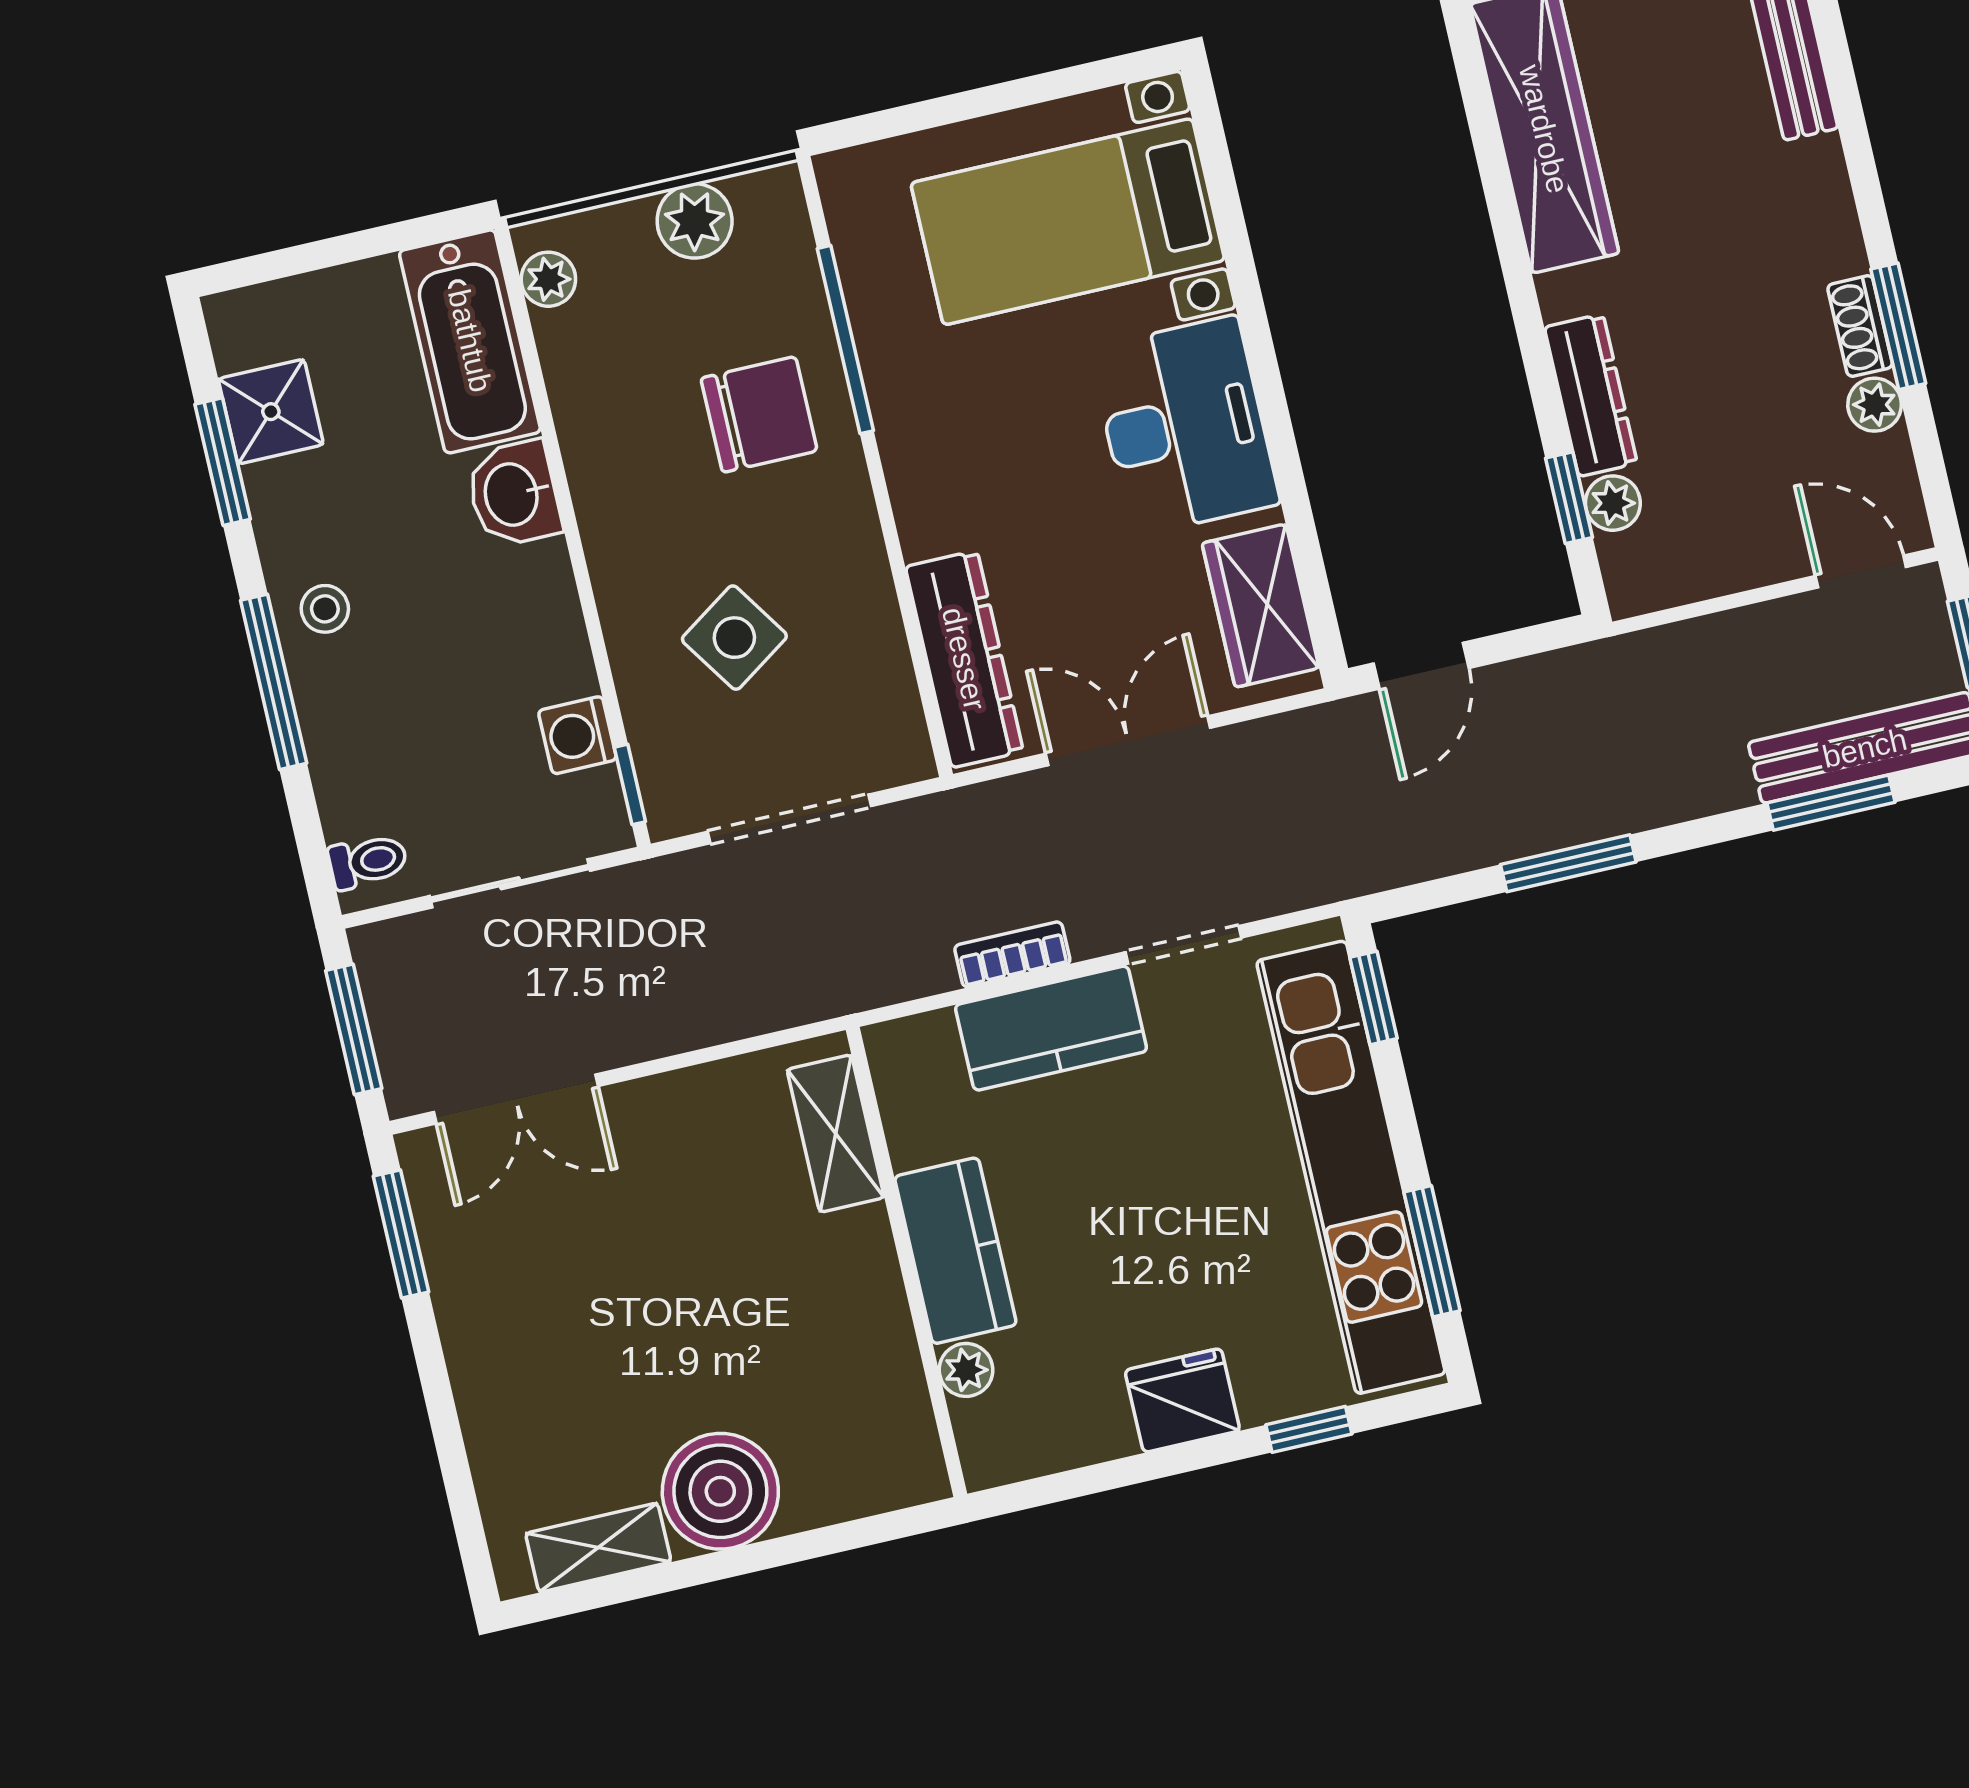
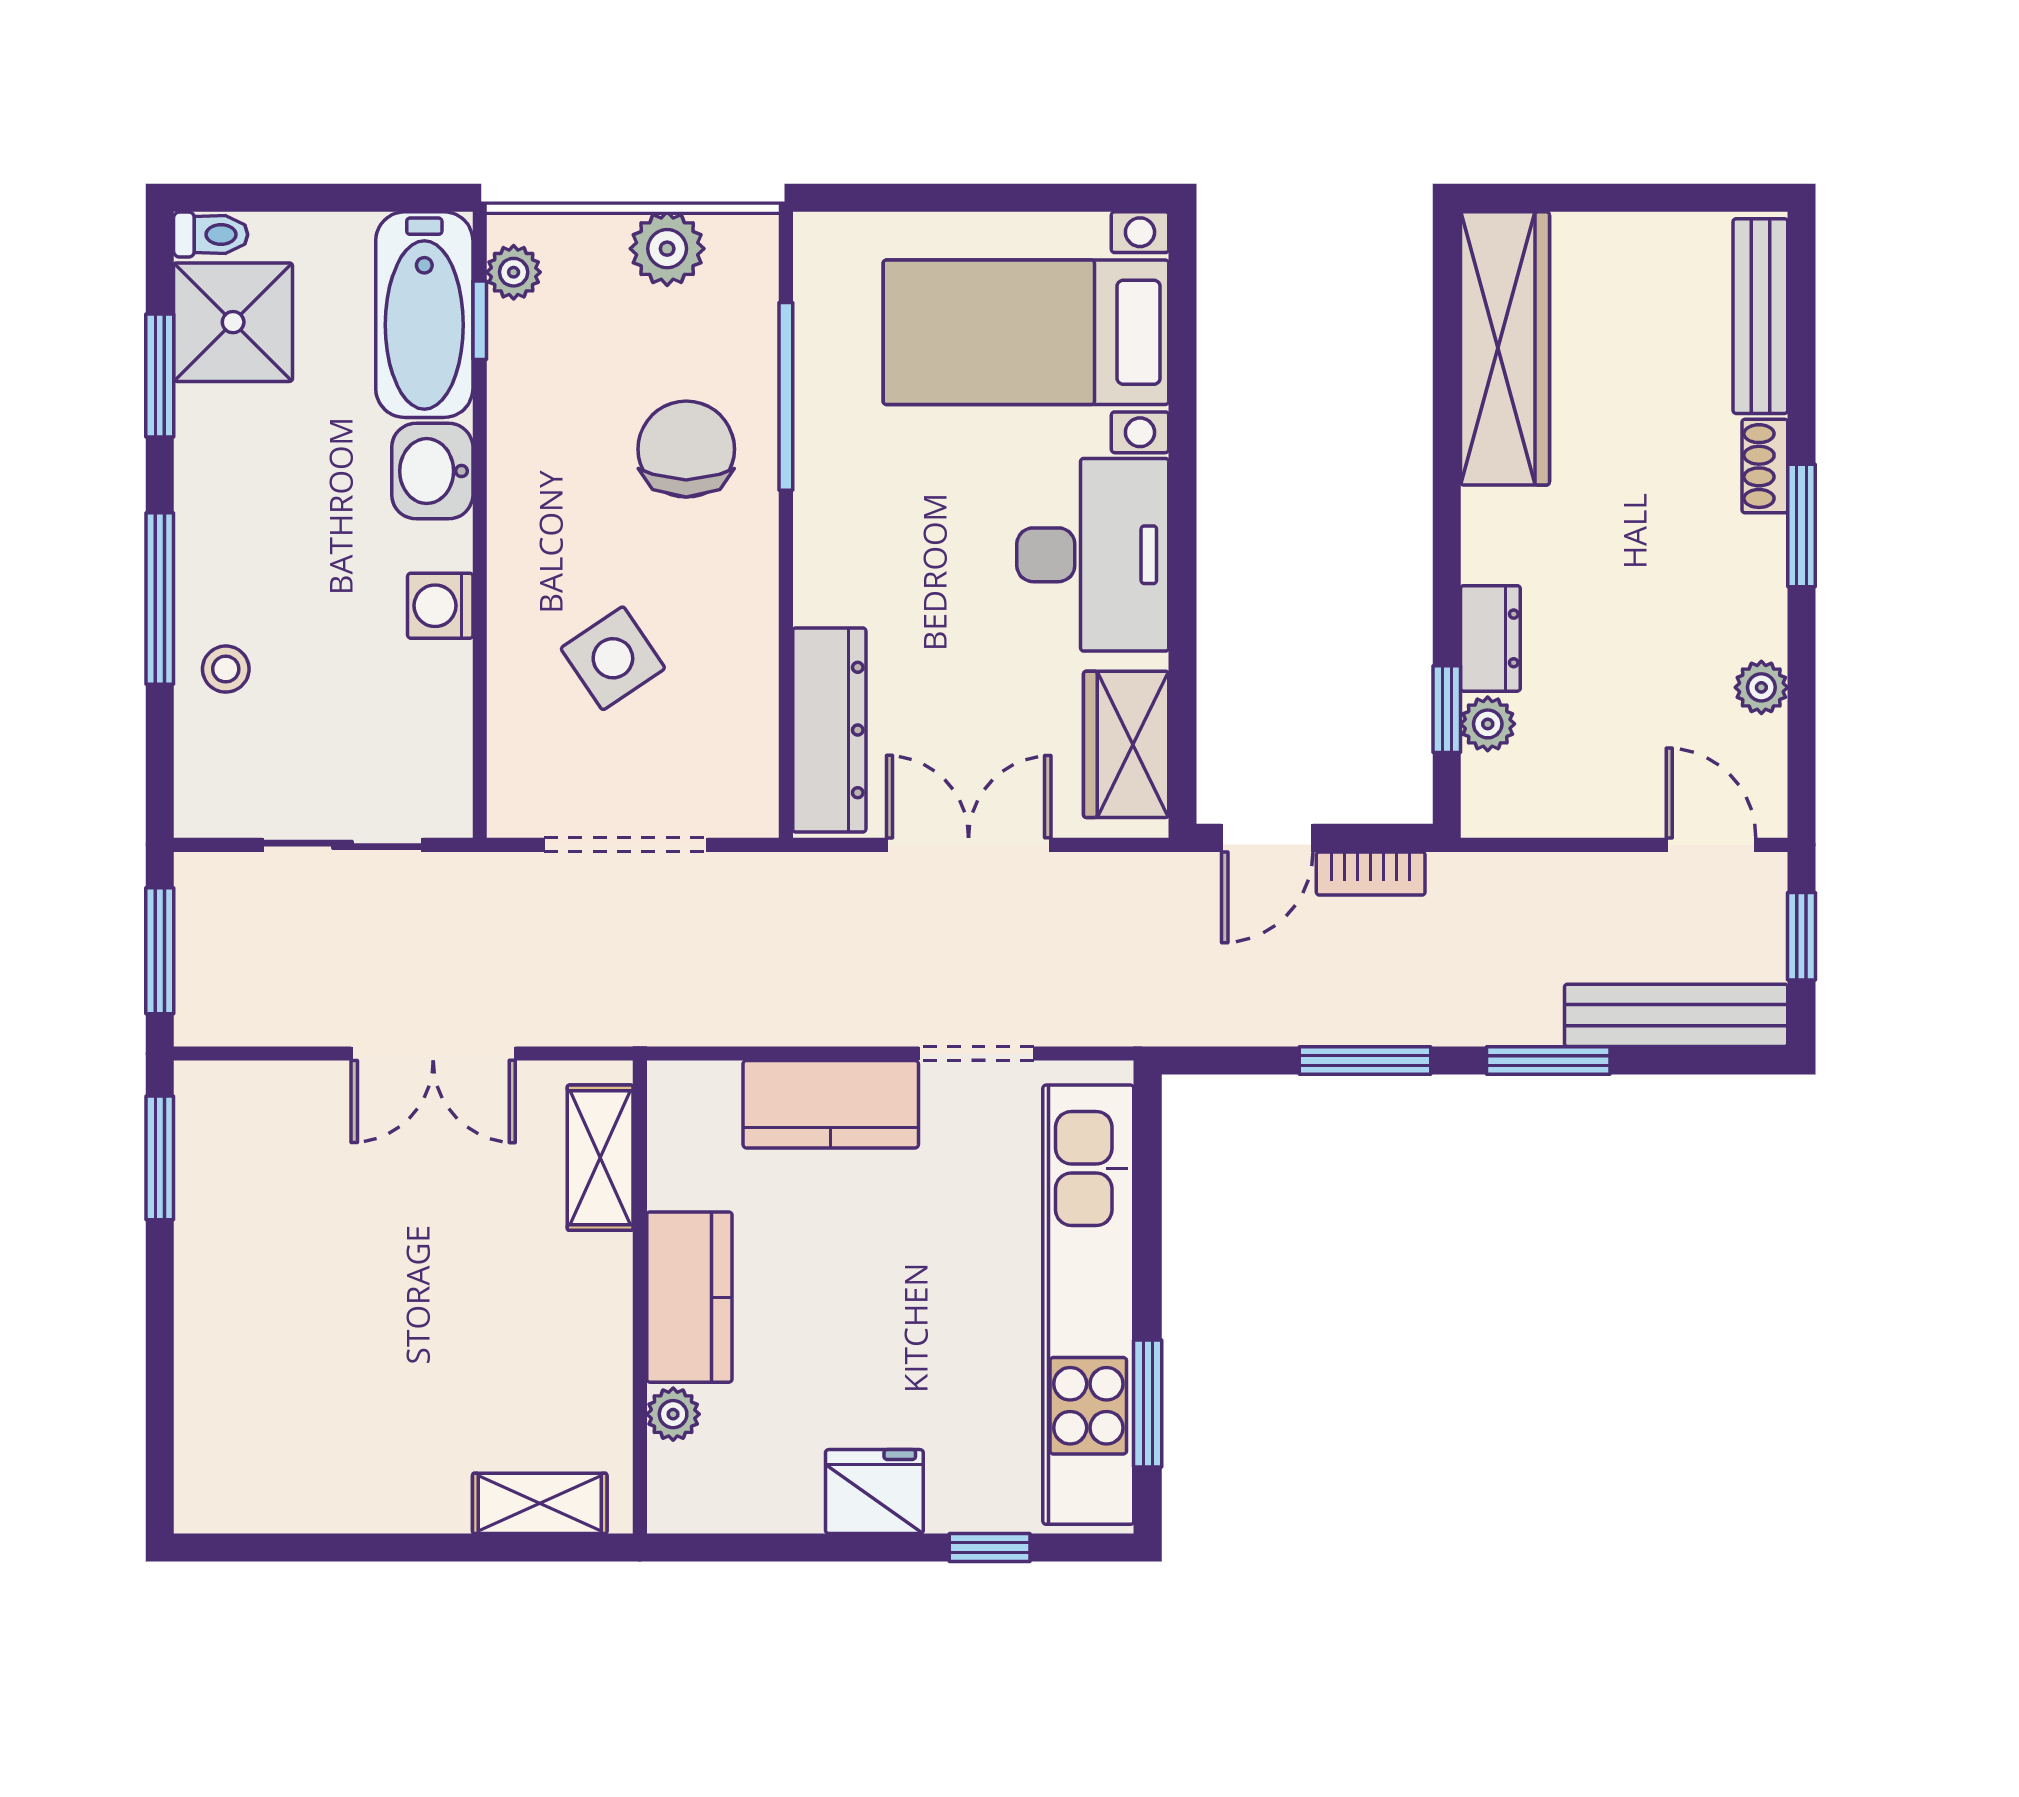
shoe rack: (1860, 326) -> (1765, 466), moved
window: (1898, 326) -> (1802, 525), moved
dresser: (1591, 395) -> (1490, 638), width x0.70
shower: (271, 412) -> (233, 322), width x1.36, depth x1.36
chair: (759, 414) -> (686, 449), turned -90
stool: (325, 609) -> (226, 669), moved
washing machine: (577, 735) -> (440, 606), moved
window: (630, 784) -> (480, 320), moved
window: (1831, 803) -> (1548, 1060), moved
toilet: (368, 861) -> (211, 235), moved
bookcase: (1012, 955) -> (1371, 873), moved, turned 180
window: (1374, 998) -> (1148, 1147), removed
double door: (516, 1099) -> (433, 1054), moved
boiler: (720, 1491) -> (410, 1476), removed
shelving: (598, 1548) -> (540, 1503), moved

